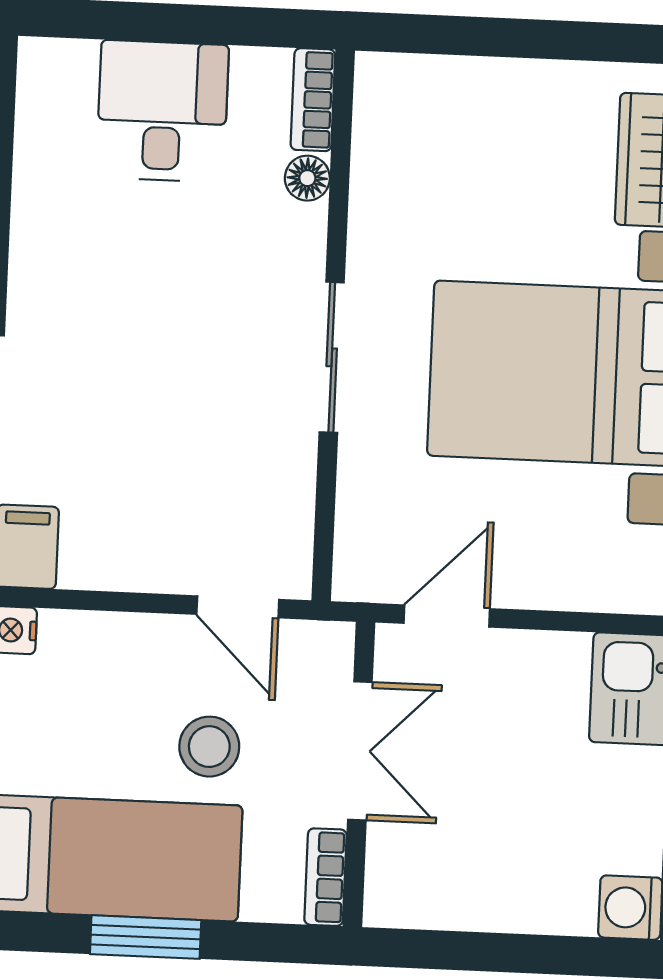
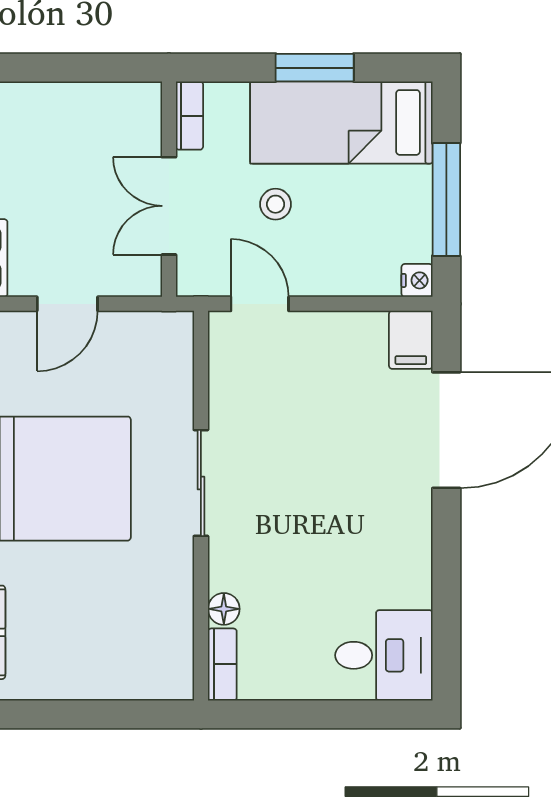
desk: (162, 111) -> (384, 655), moved, turned -90
door: (447, 616) -> (67, 304), moved
stool: (209, 747) -> (276, 204), width x0.73, depth x0.73

